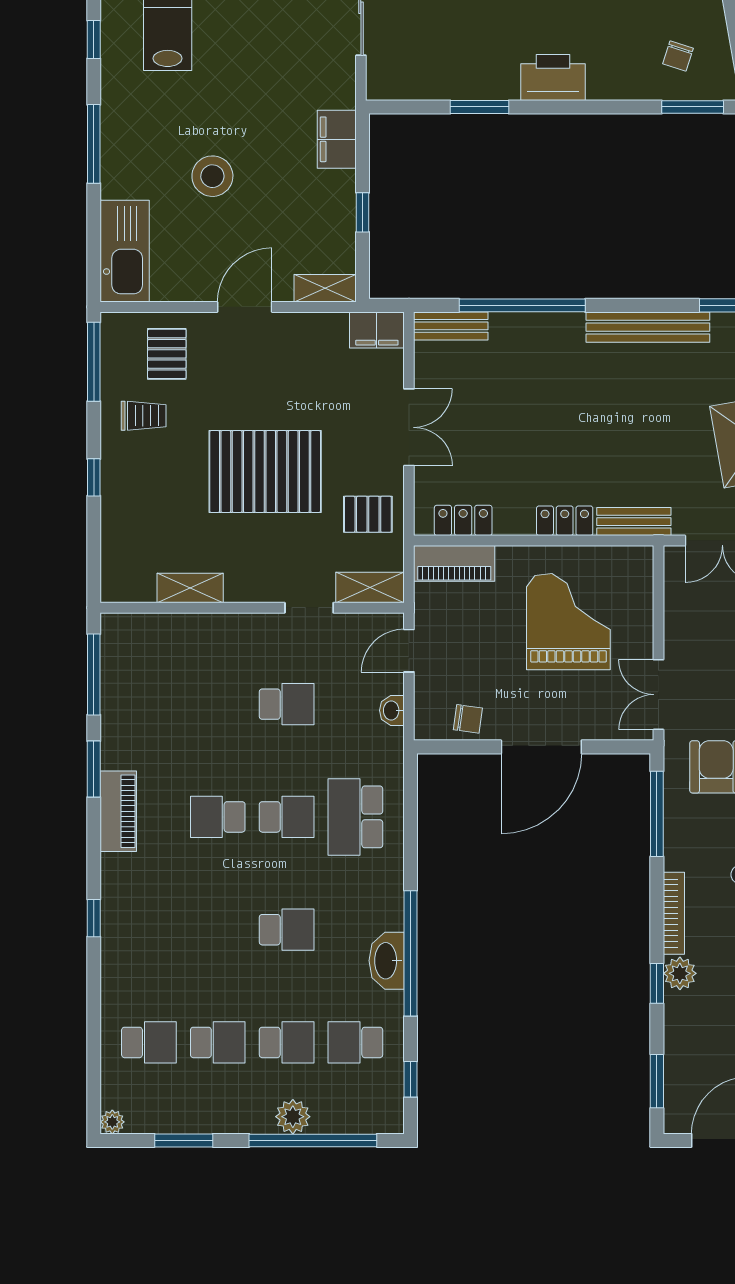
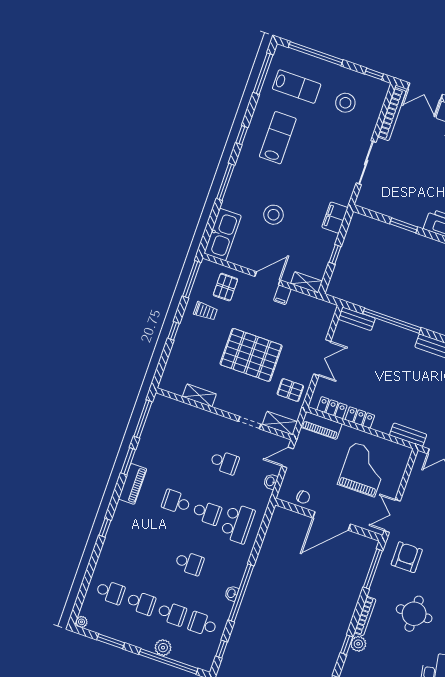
filing cabinet: (377, 330) -> (282, 295), moved, width x0.50
locker: (565, 521) -> (360, 417), moved
school desk: (355, 817) -> (238, 523), turned 180
washbasin: (387, 961) -> (232, 593), width x0.52, depth x0.69

